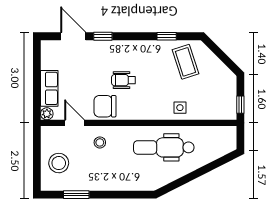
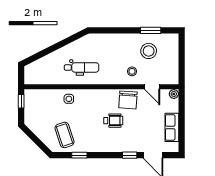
row of seats: (49, 88) -> (172, 127), moved
chair: (105, 106) -> (128, 100), turned 94
dental chair: (164, 147) -> (82, 67), width x0.73, depth x0.72
stool: (59, 163) -> (149, 51), moved

